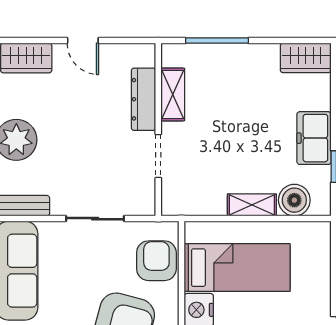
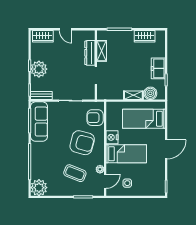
wardrobe: (306, 58) -> (145, 36), moved
armchair: (156, 261) -> (95, 118), turned -90
bed: (237, 268) -> (144, 119), moved, turned 180

